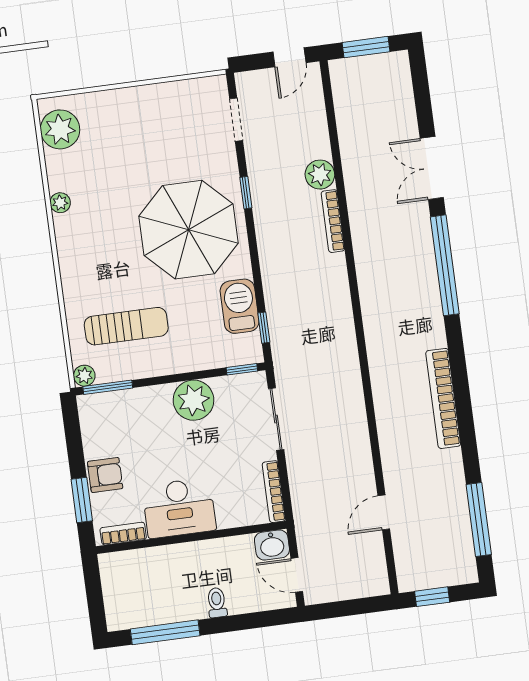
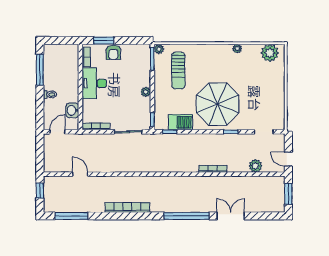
plant: (320, 175) -> (255, 166), moved
plant: (194, 400) -> (146, 92), width x0.53, depth x0.53
washbasin: (272, 545) -> (72, 110), moved

